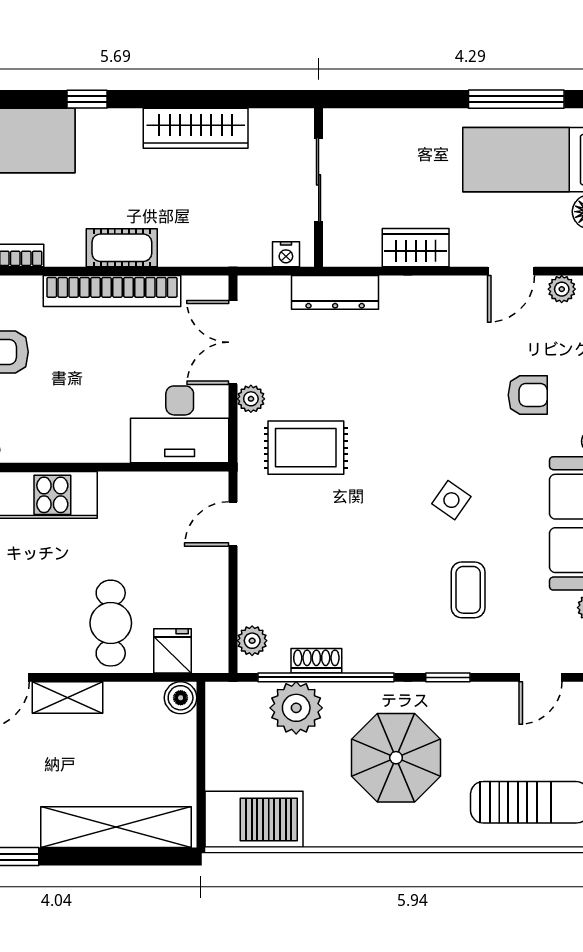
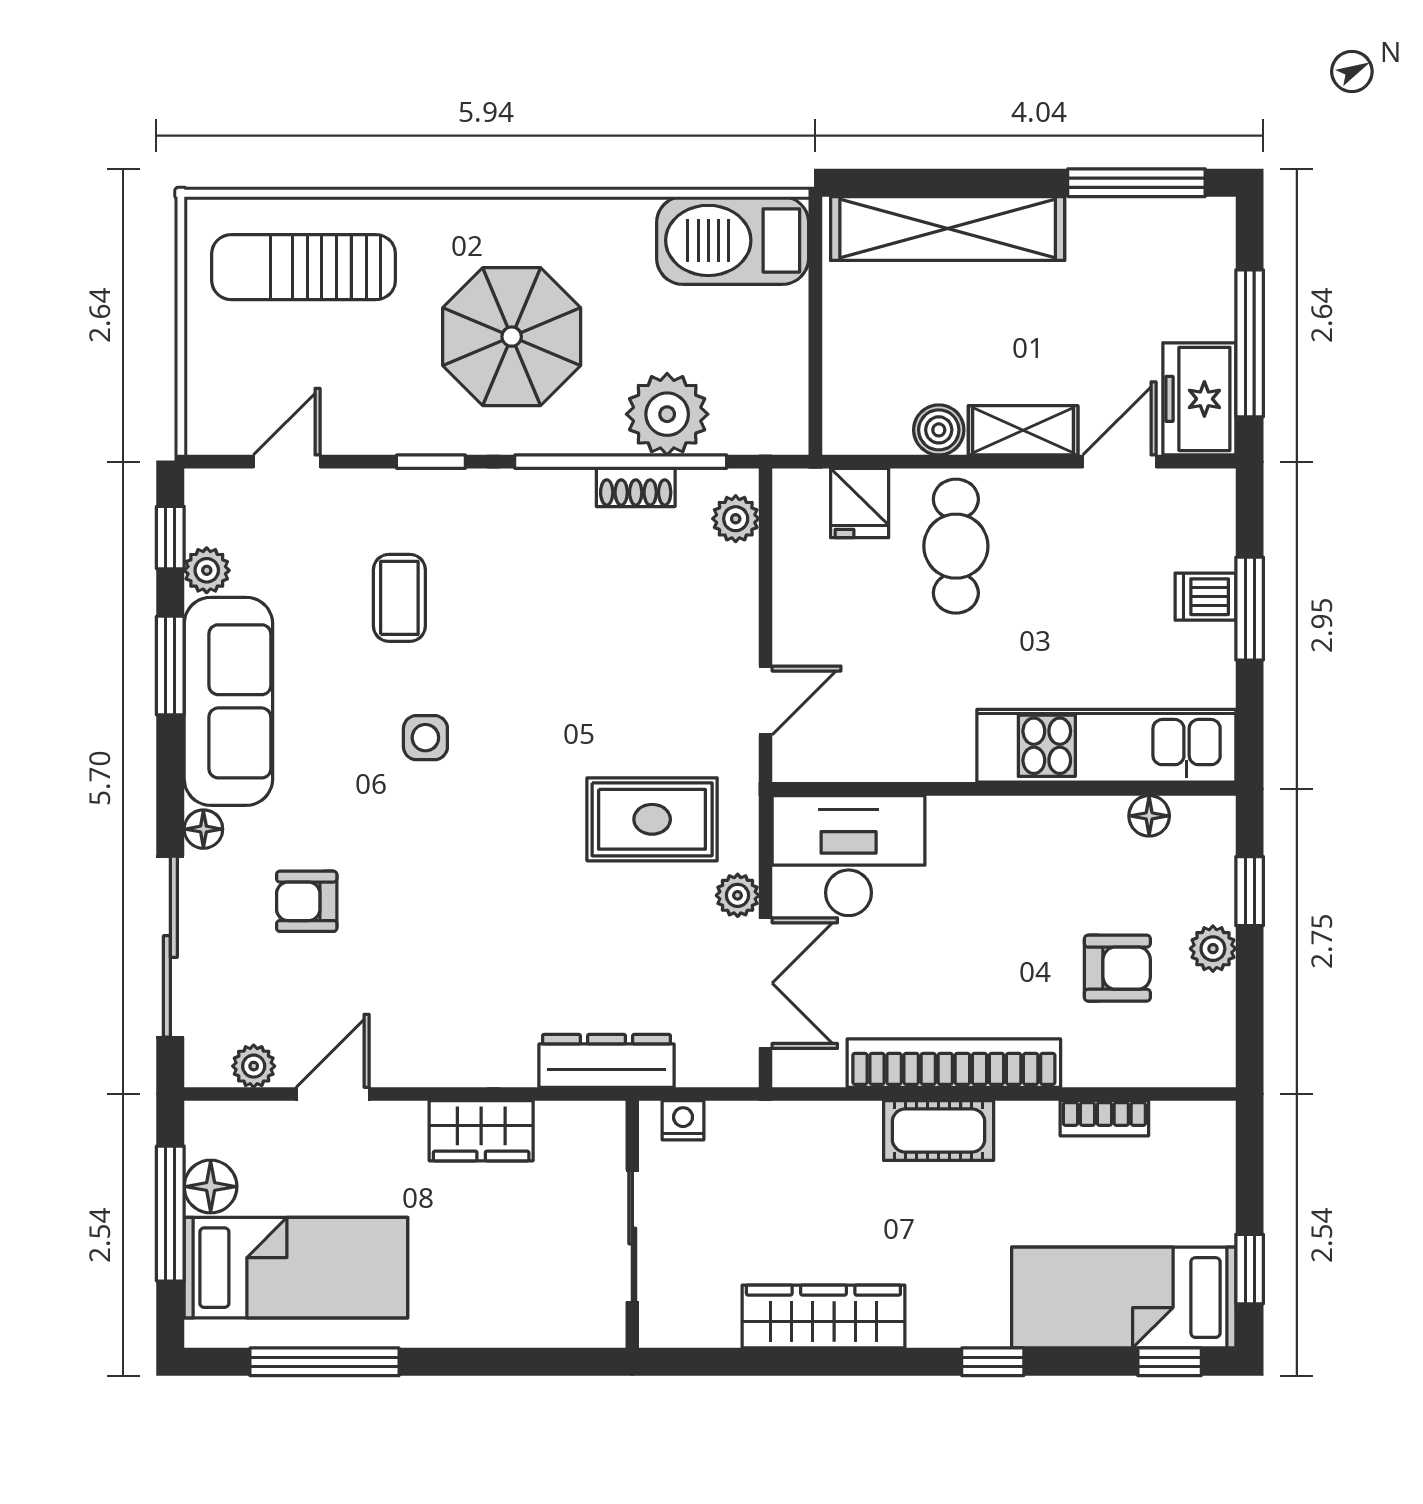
side table: (451, 500) -> (425, 738), turned -35
boiler: (181, 698) -> (939, 430), moved

